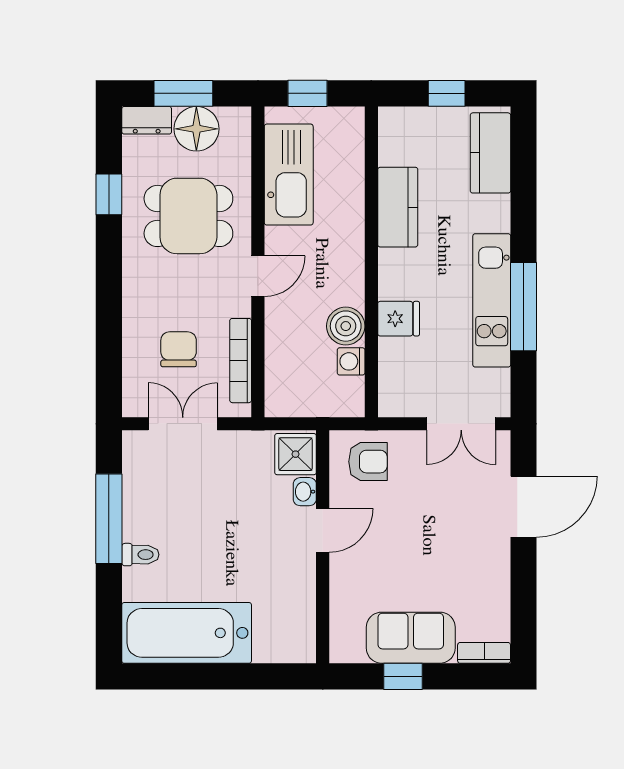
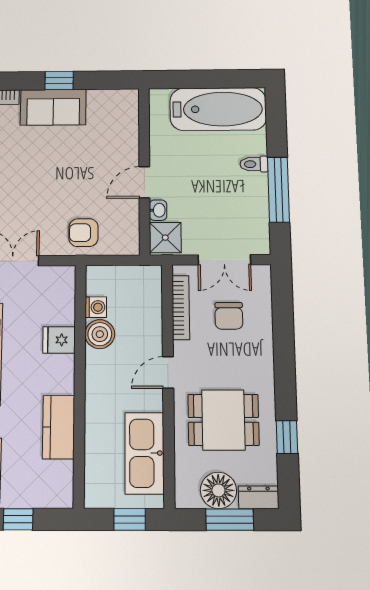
shower: (296, 454) -> (165, 238), moved
washbasin: (305, 492) -> (158, 210), moved
door: (323, 530) -> (144, 182), moved
wall: (323, 547) -> (144, 170), moved

